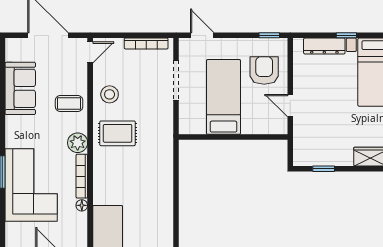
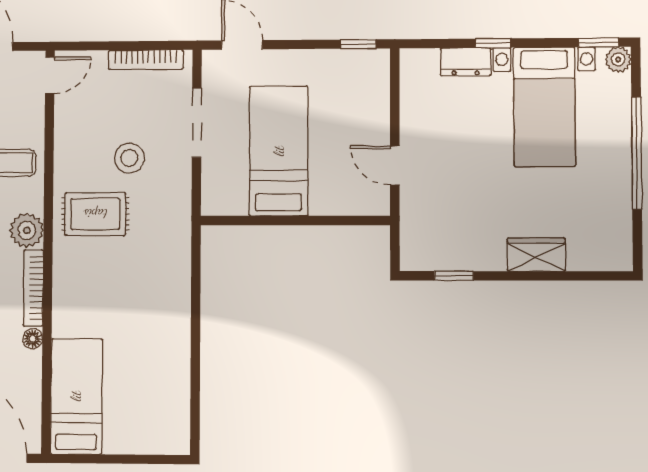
dresser: (324, 46) -> (466, 62), width x0.70
armchair: (264, 70) -> (349, 105), removed
stool: (110, 94) -> (129, 158), moved

